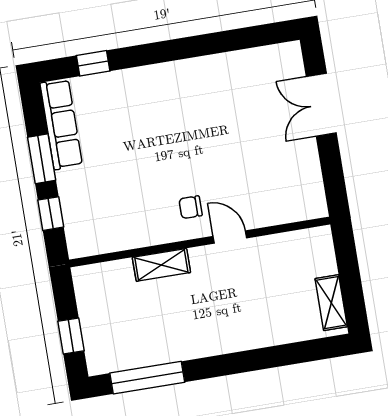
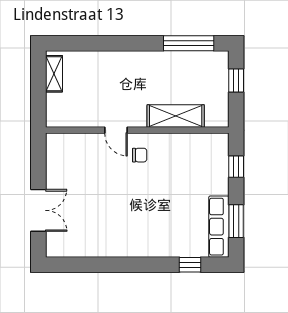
window: (42, 159) -> (236, 221), moved
shelving: (161, 265) -> (176, 116), width x1.50, depth x1.33

